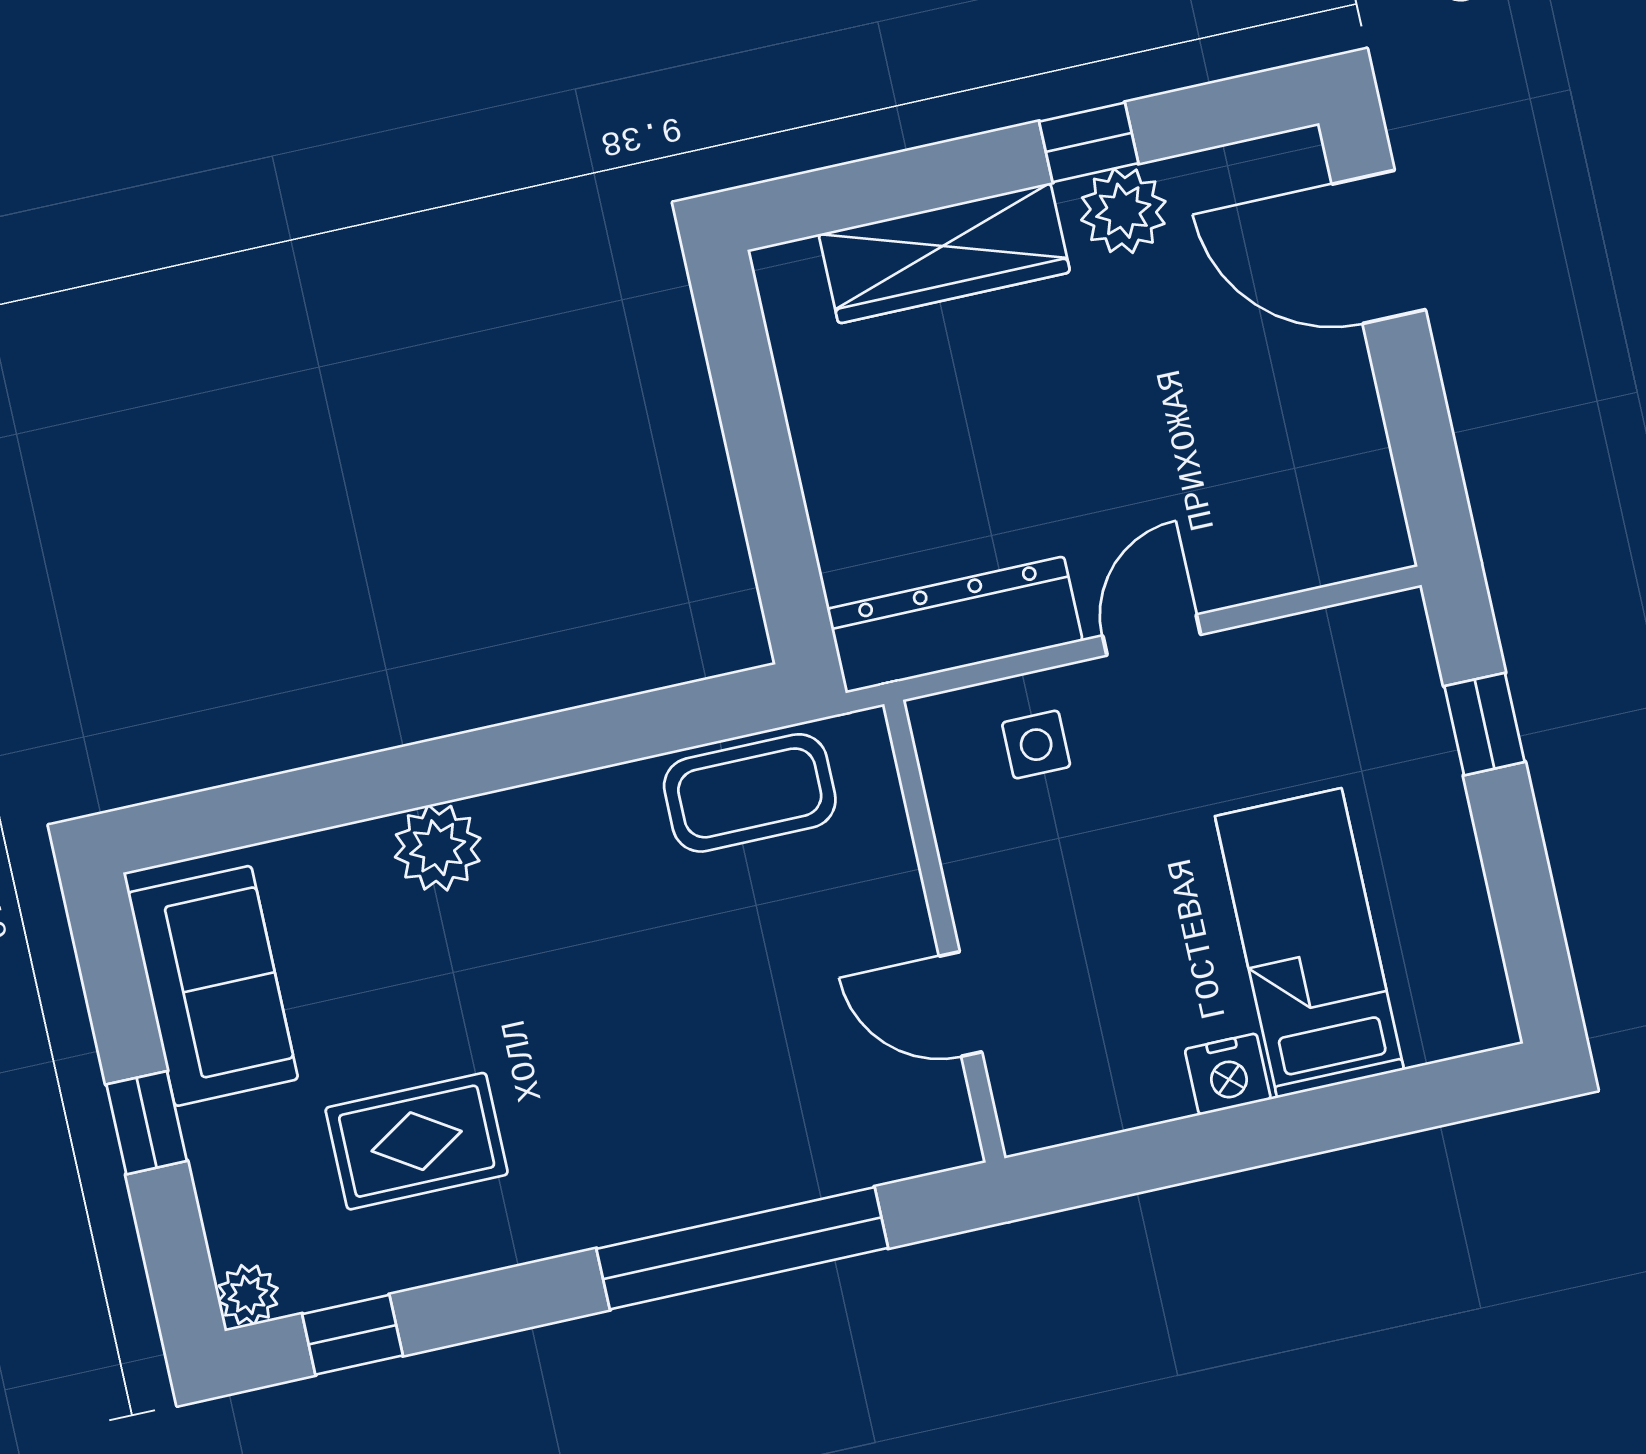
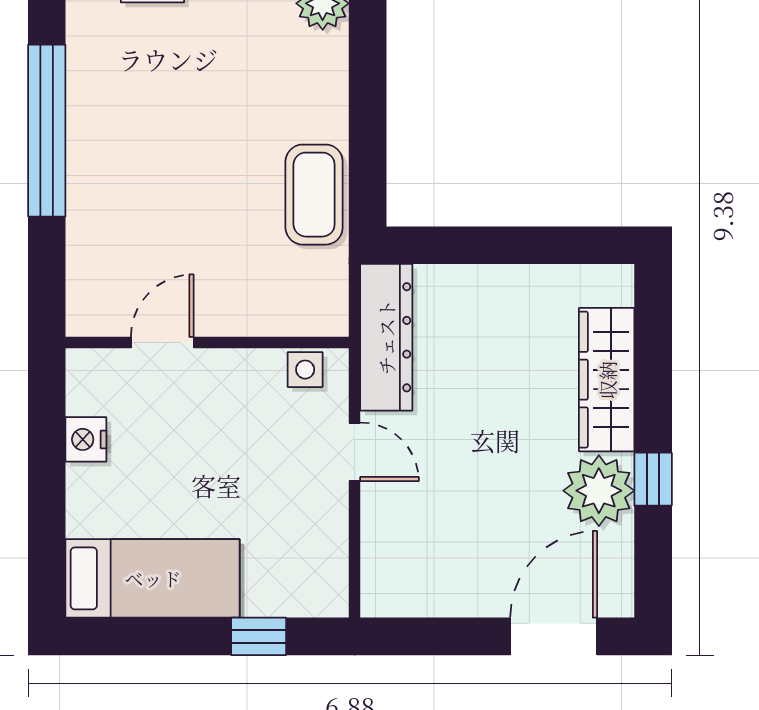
plant: (1123, 211) -> (599, 491), width x1.36, depth x1.36
wall: (944, 931) -> (207, 343), moved
bed: (1309, 943) -> (153, 578), moved
door: (960, 1004) -> (162, 343), moved

